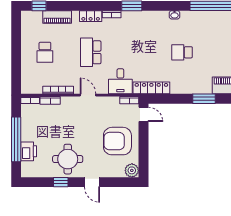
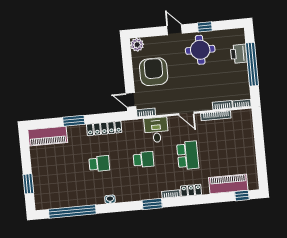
piano: (57, 17) -> (228, 184), width x1.37, depth x1.33
school desk: (45, 52) -> (143, 159), moved, turned 90
locker: (151, 88) -> (104, 128), moved
armchair: (117, 141) -> (154, 72), turned -90

